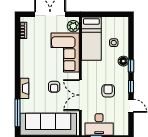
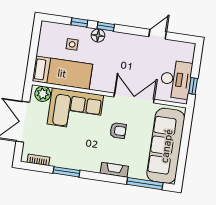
window: (17, 53) -> (66, 172), added
window: (131, 87) -> (79, 23), moved
armchair: (108, 91) -> (134, 61), removed
double door: (80, 95) -> (134, 98), swing flipped

